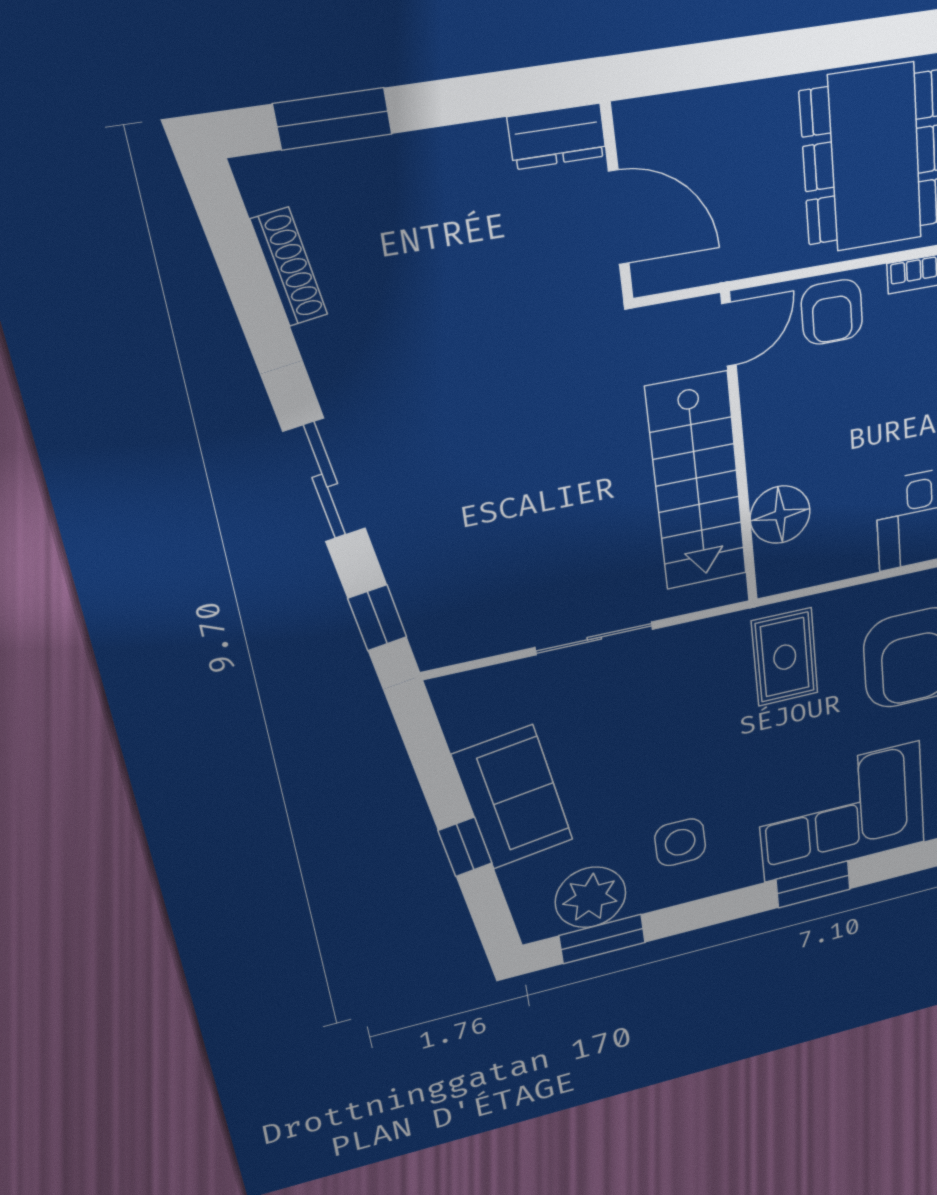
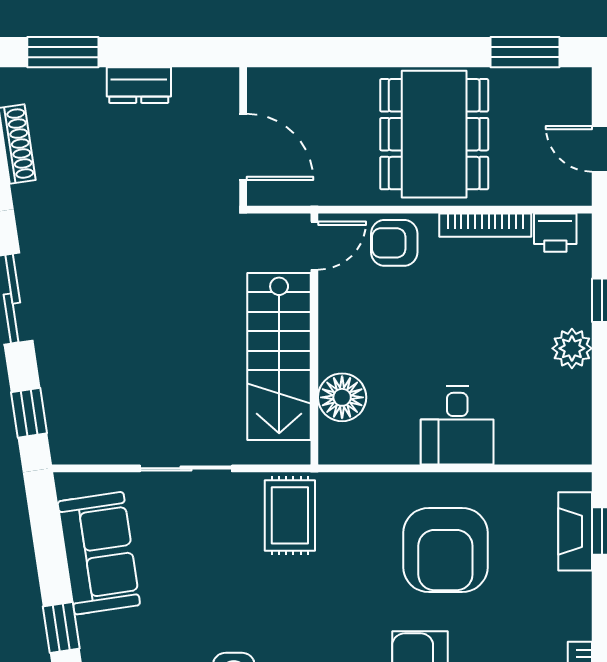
dresser: (557, 137) -> (139, 85), moved
armchair: (832, 312) -> (394, 243), turned 90
rug: (785, 657) -> (290, 515), moved
sofa: (513, 798) -> (99, 553), moved

